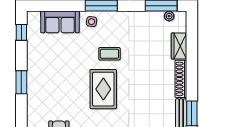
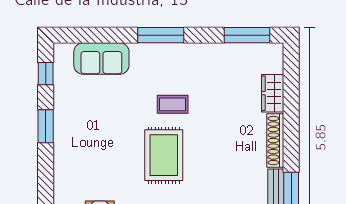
plant: (169, 16) -> (258, 50), removed
side table: (92, 22) -> (147, 58), removed
window: (21, 82) -> (46, 126), moved

